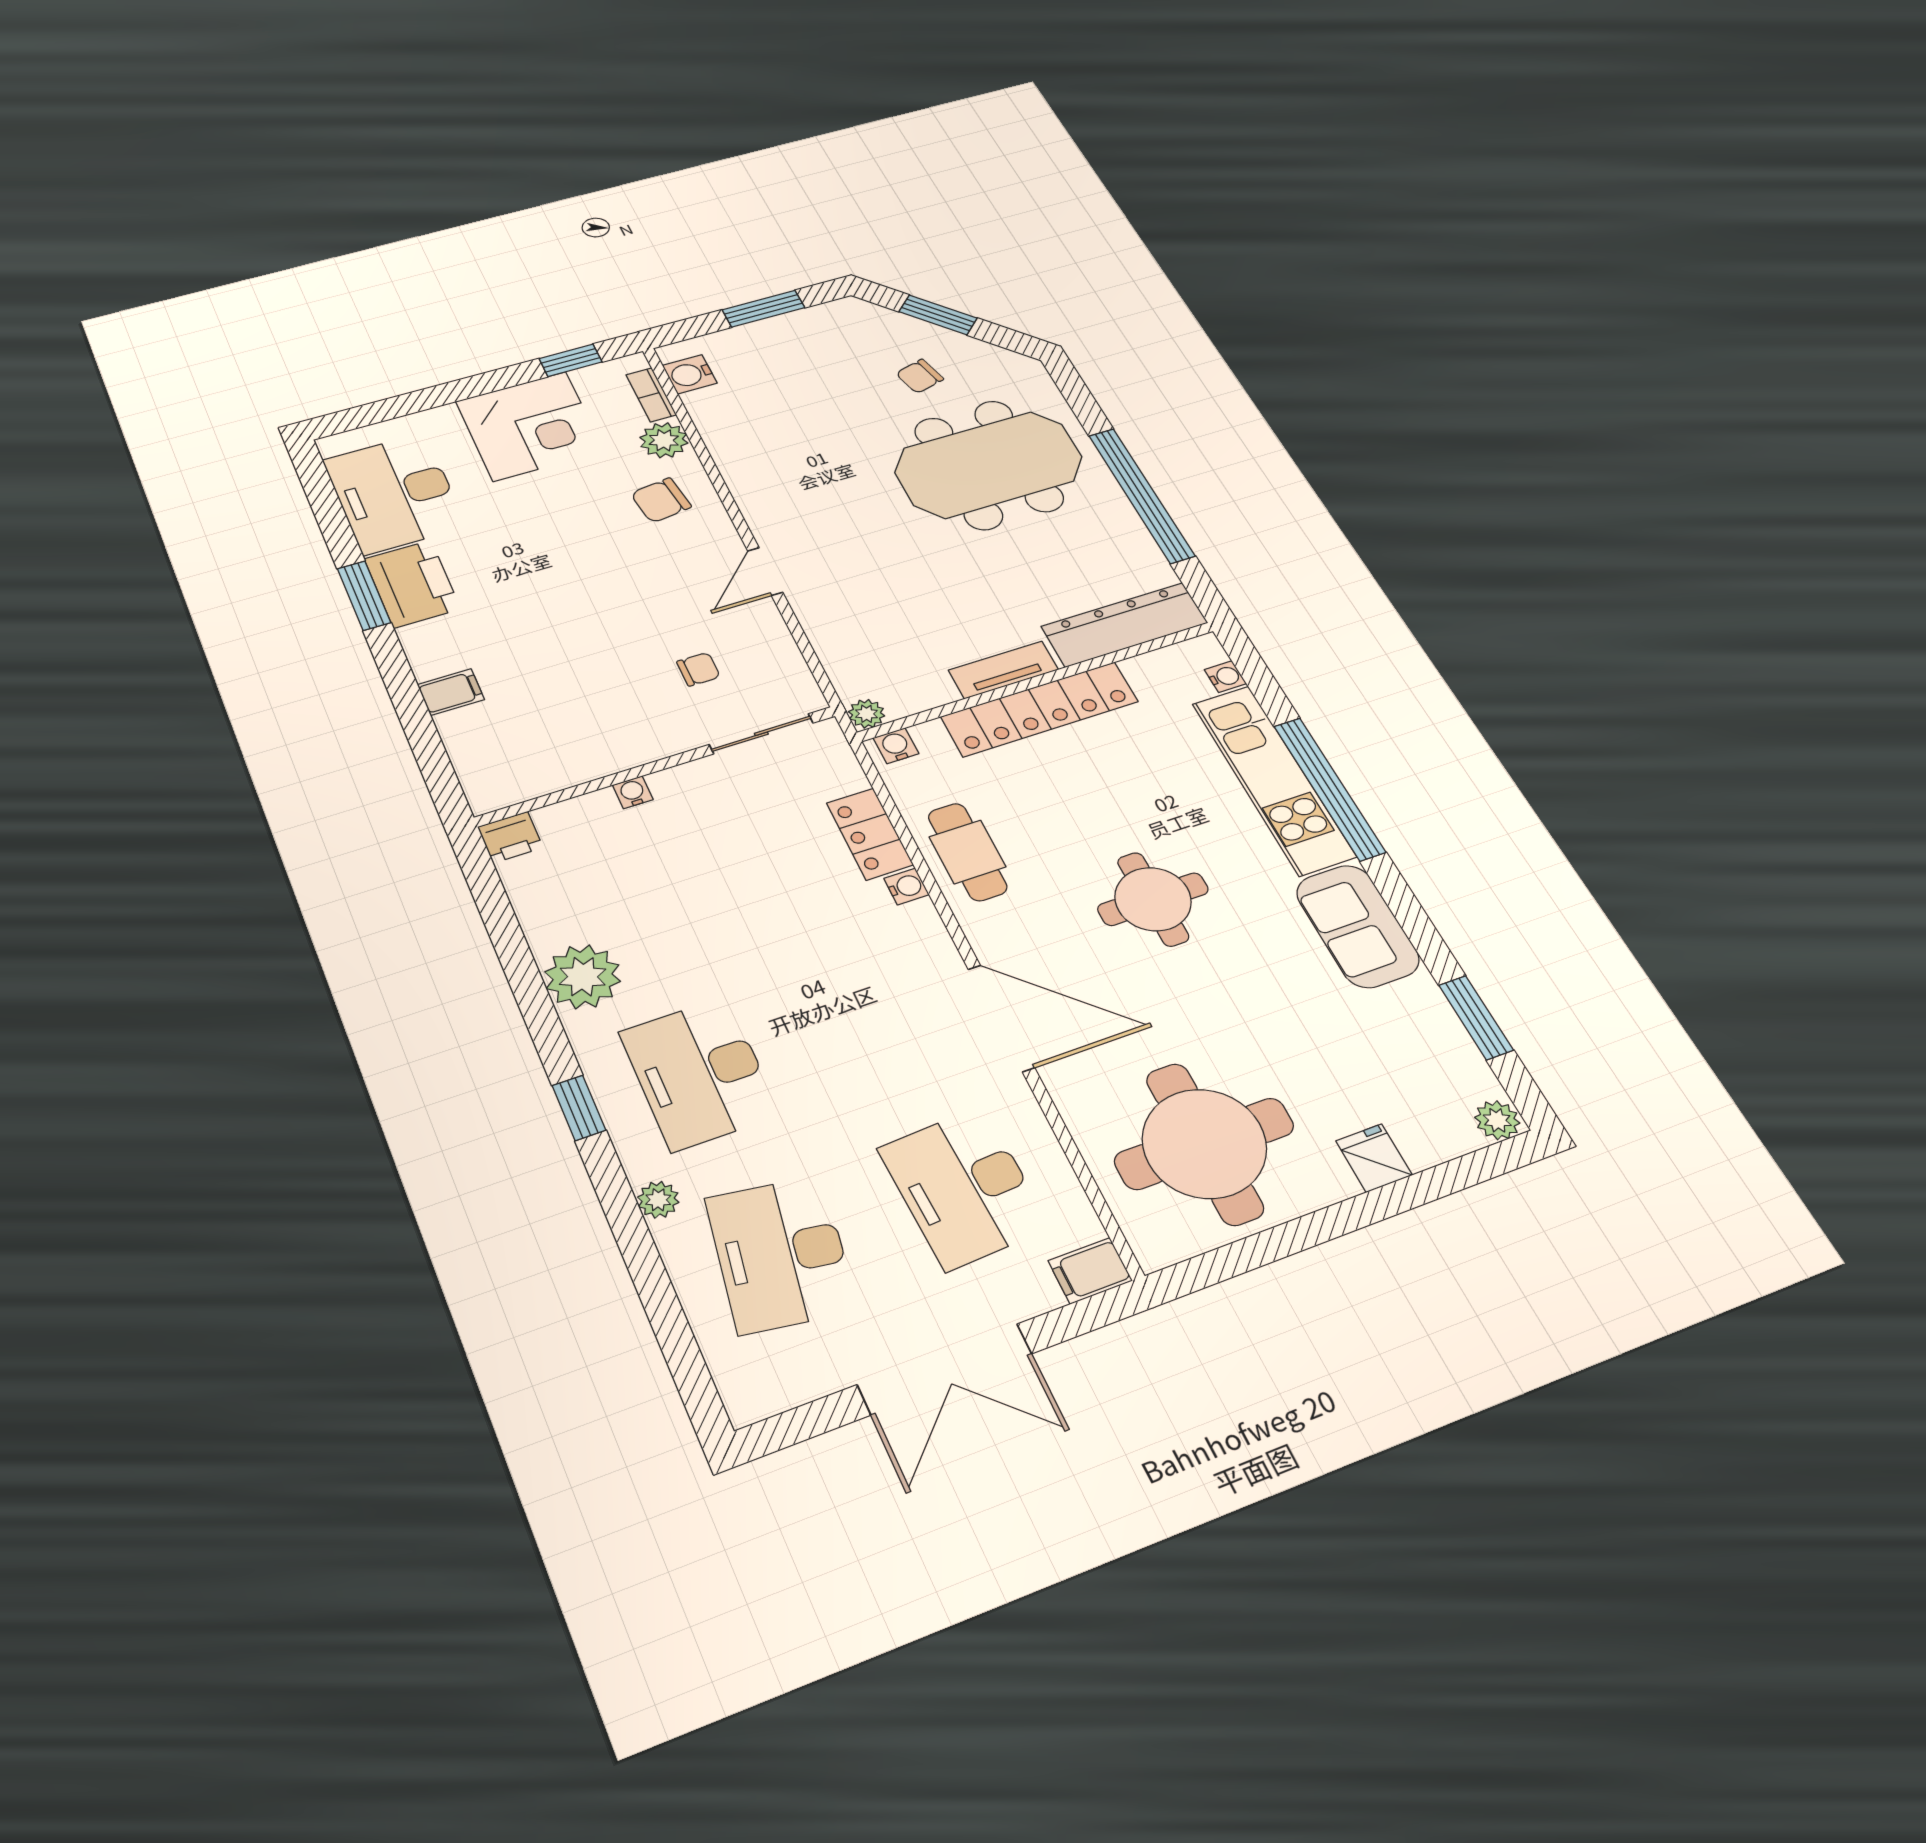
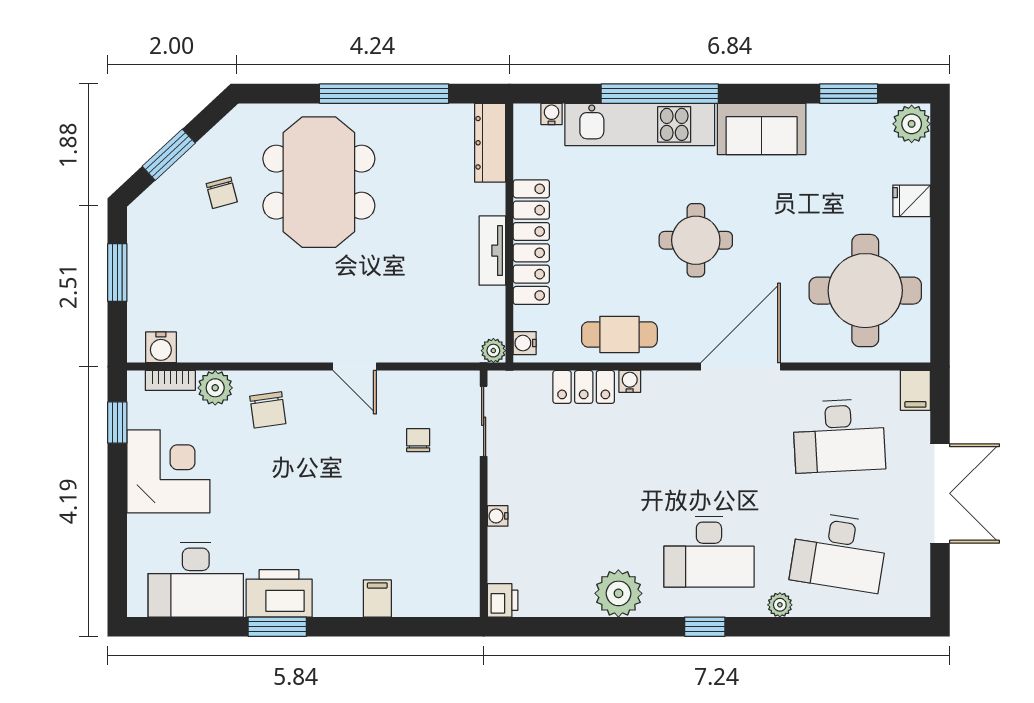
dresser: (1125, 625) -> (490, 143), width x0.73, depth x0.80
plant: (1497, 1120) -> (912, 124), width x1.38, depth x1.38

